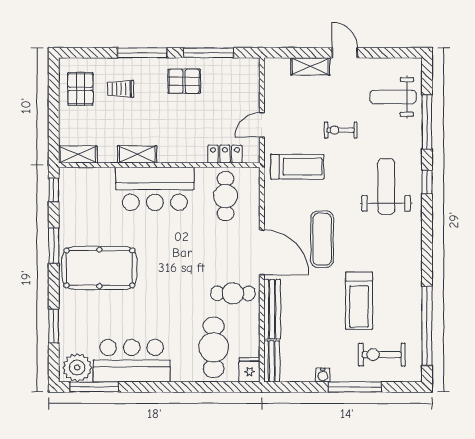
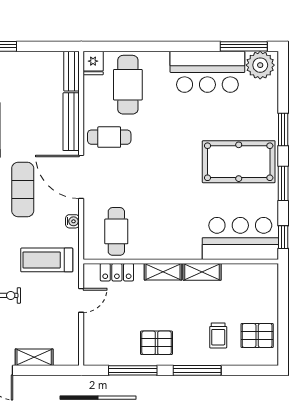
pallet: (80, 89) -> (257, 335), turned 90
trolley: (121, 89) -> (218, 335), turned 90
shelving: (78, 155) -> (163, 272), moved
bar counter: (155, 189) -> (240, 238), moved
window: (54, 326) -> (283, 129), moved
water cooler: (323, 375) -> (72, 221), moved, turned 90

